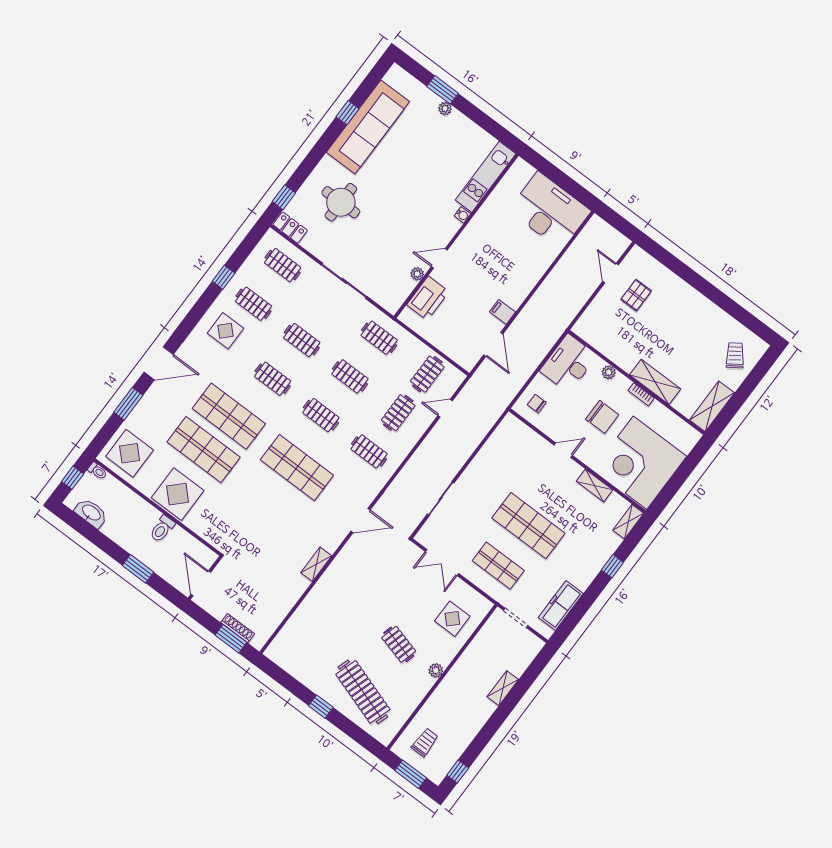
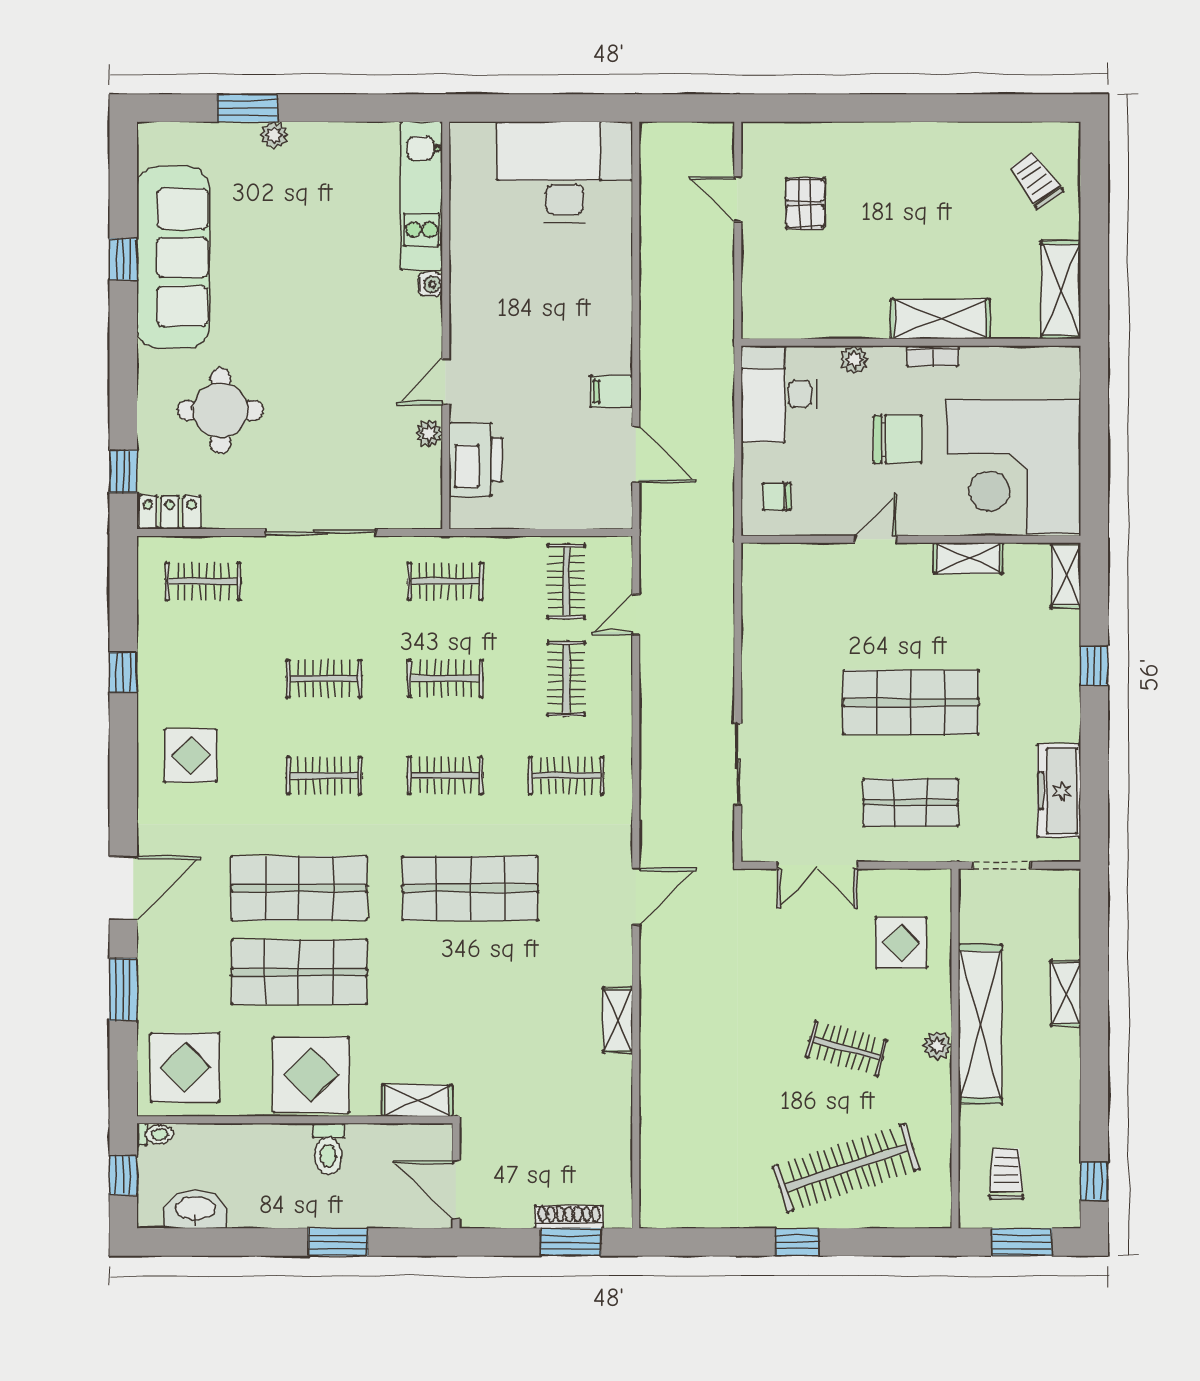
clothes rail: (254, 304) -> (203, 678), removed
shelving: (212, 536) -> (417, 1101), added
shelving: (459, 675) -> (980, 1024), added
clothes rail: (363, 692) -> (846, 1168), turned -36

